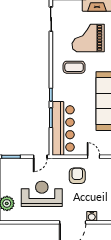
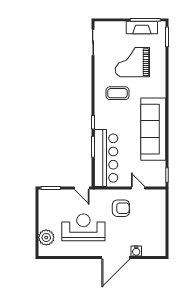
door: (40, 157) -> (82, 188), hinge flipped
armchair: (77, 176) -> (121, 208), turned 90

